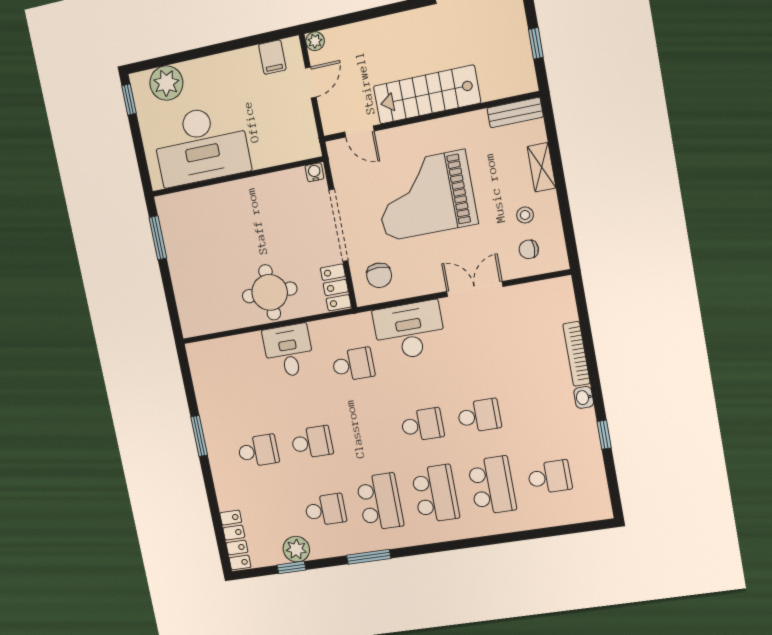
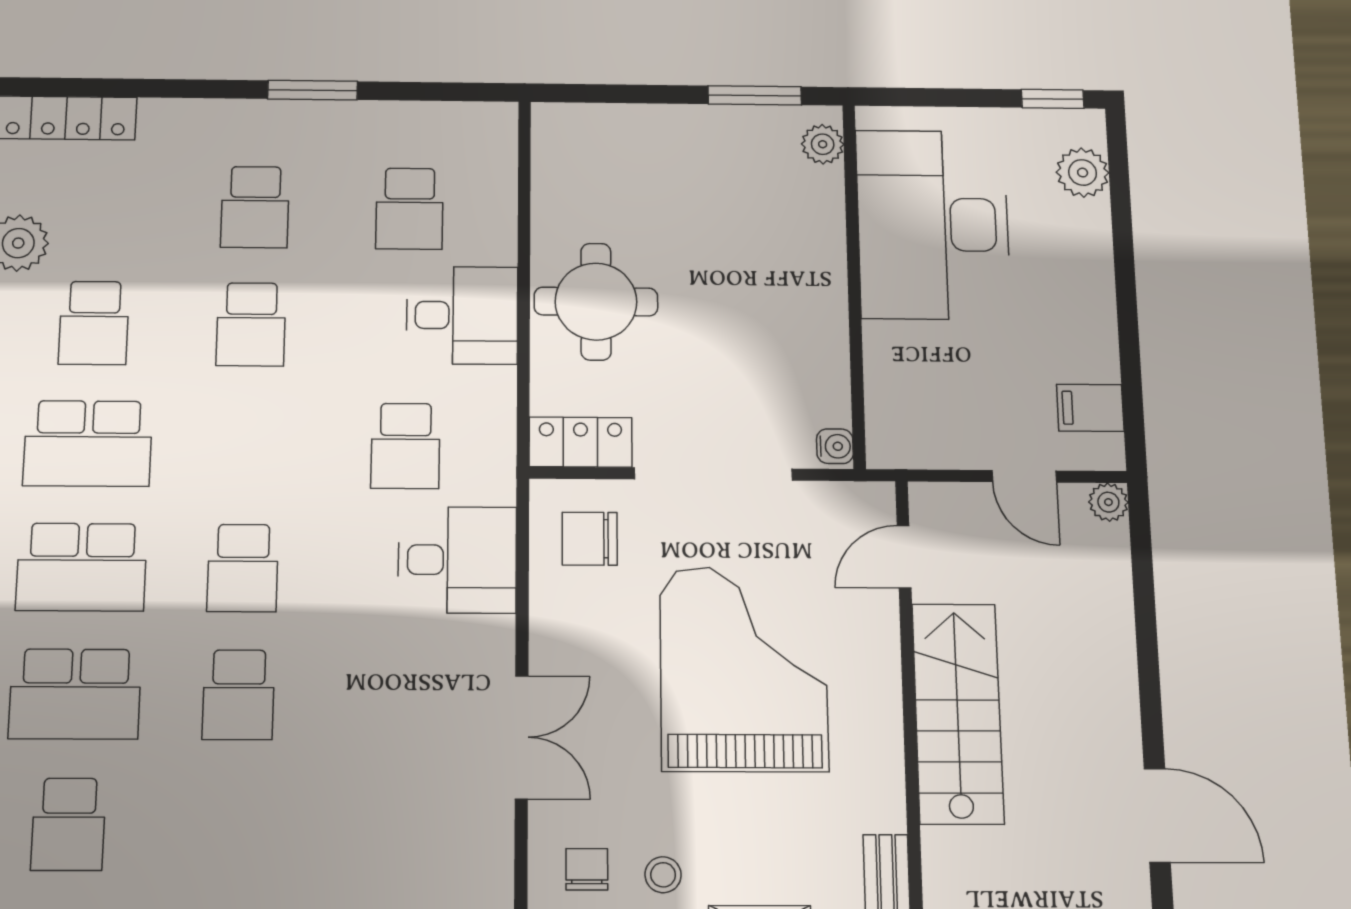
plant: (166, 83) -> (1083, 173), width x0.73, depth x0.73
plant: (174, 203) -> (823, 144), added
desk: (409, 331) -> (457, 560), width x0.73
school desk: (244, 383) -> (410, 209), added

